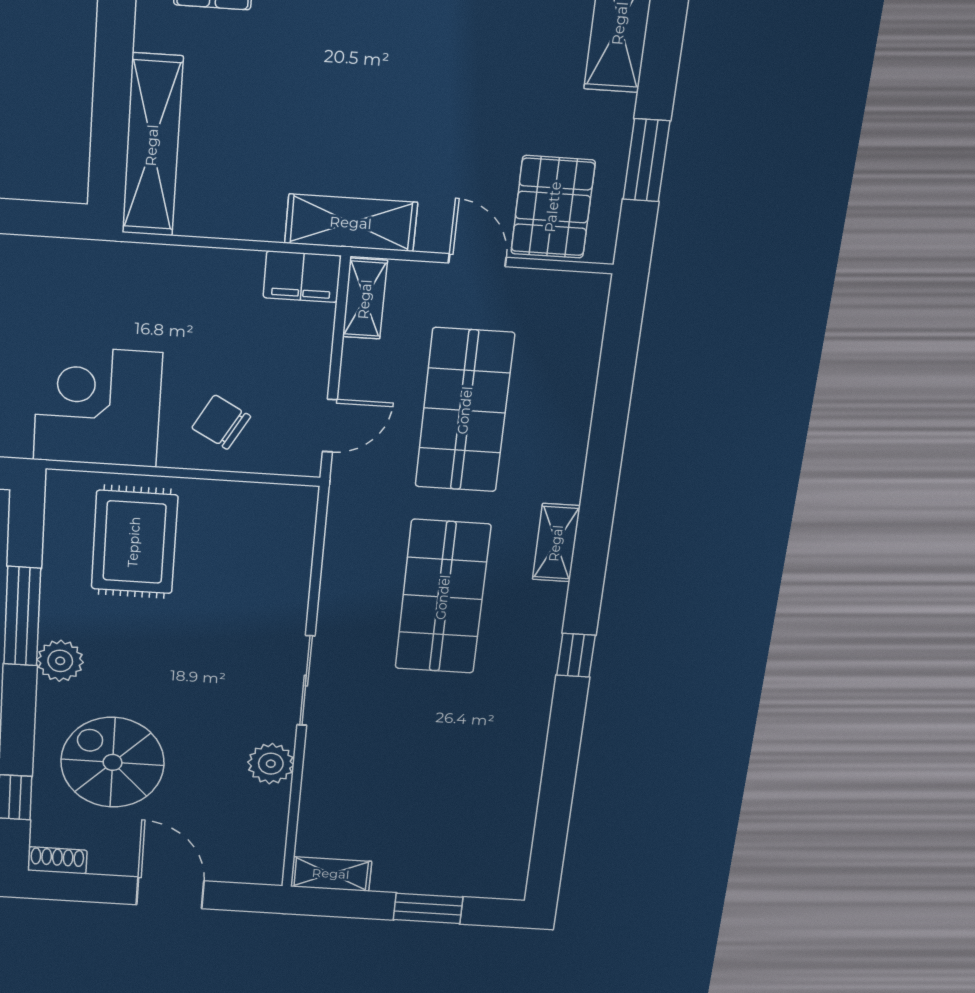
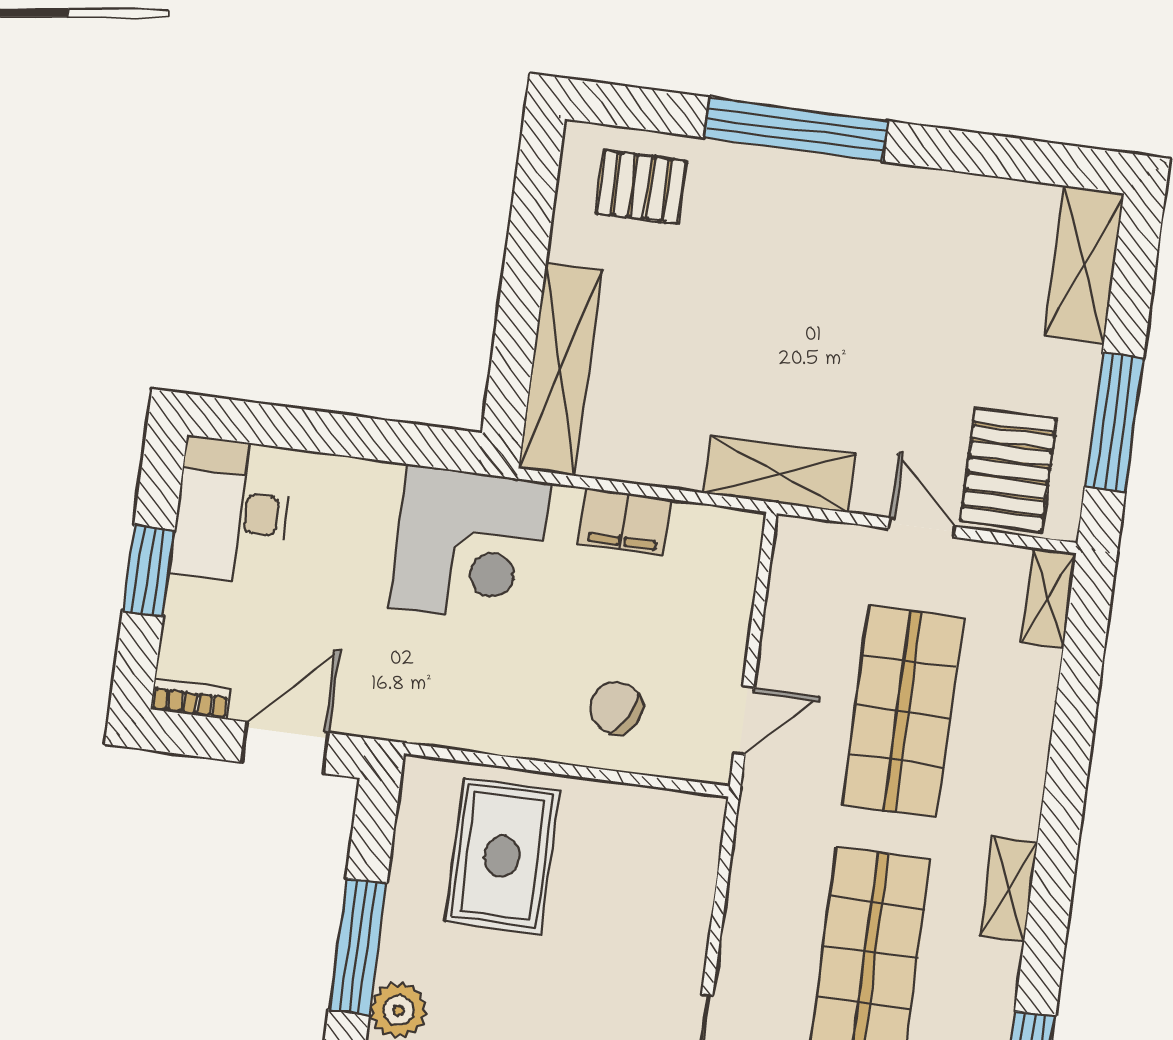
window: (647, 160) -> (1114, 422), width x1.44
filing cabinet: (302, 277) -> (625, 522), moved
shelving: (365, 299) -> (1048, 598), moved
corner desk: (98, 407) -> (469, 546), moved, turned 180

